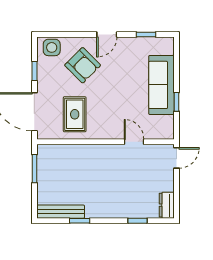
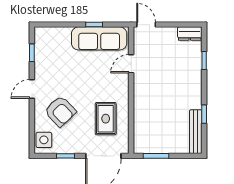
door: (107, 35) -> (32, 89), swing flipped
armchair: (83, 65) -> (60, 111), turned 91
sofa: (161, 85) -> (99, 38), moved
rug: (75, 114) -> (106, 119), turned 90

